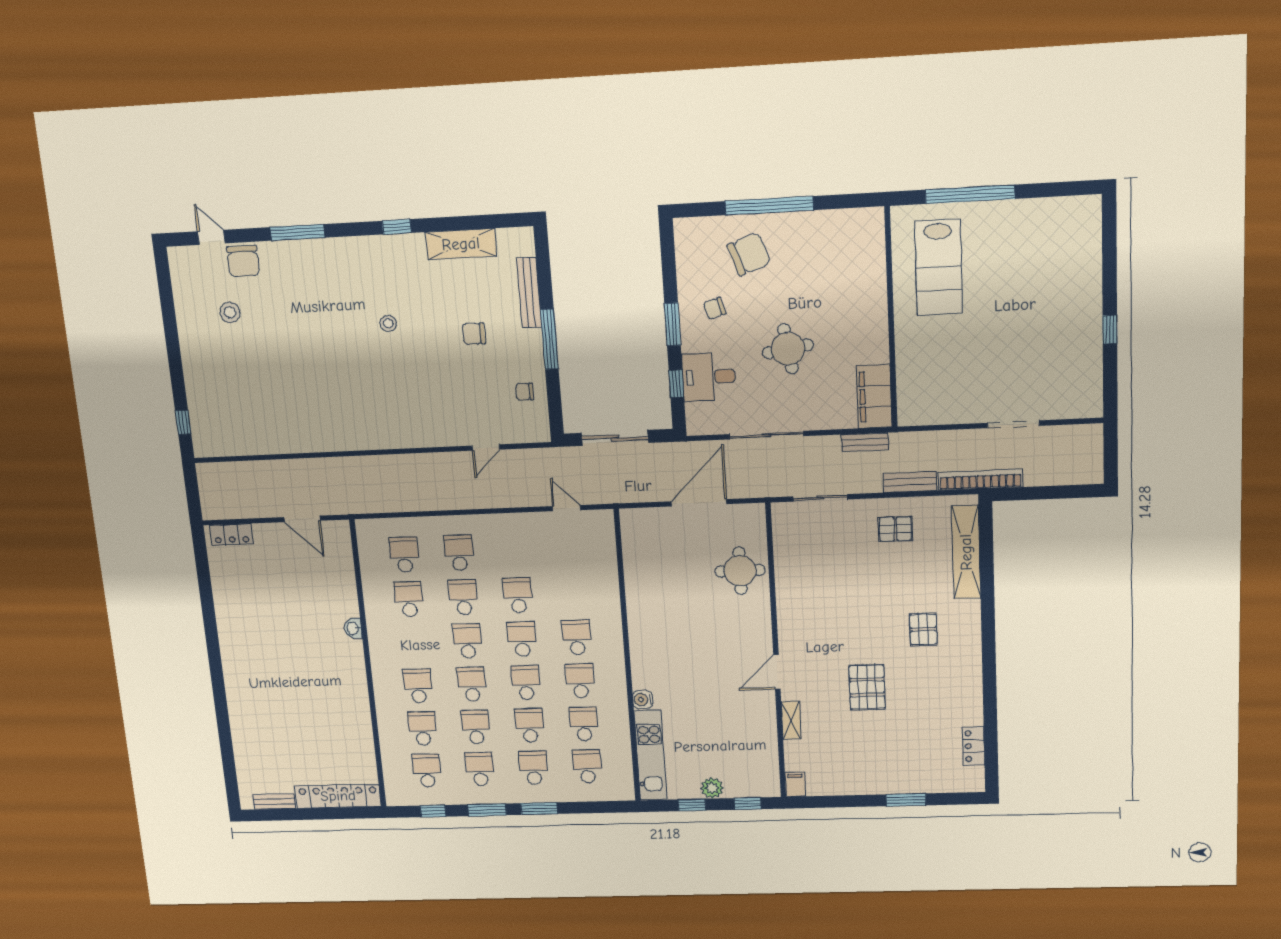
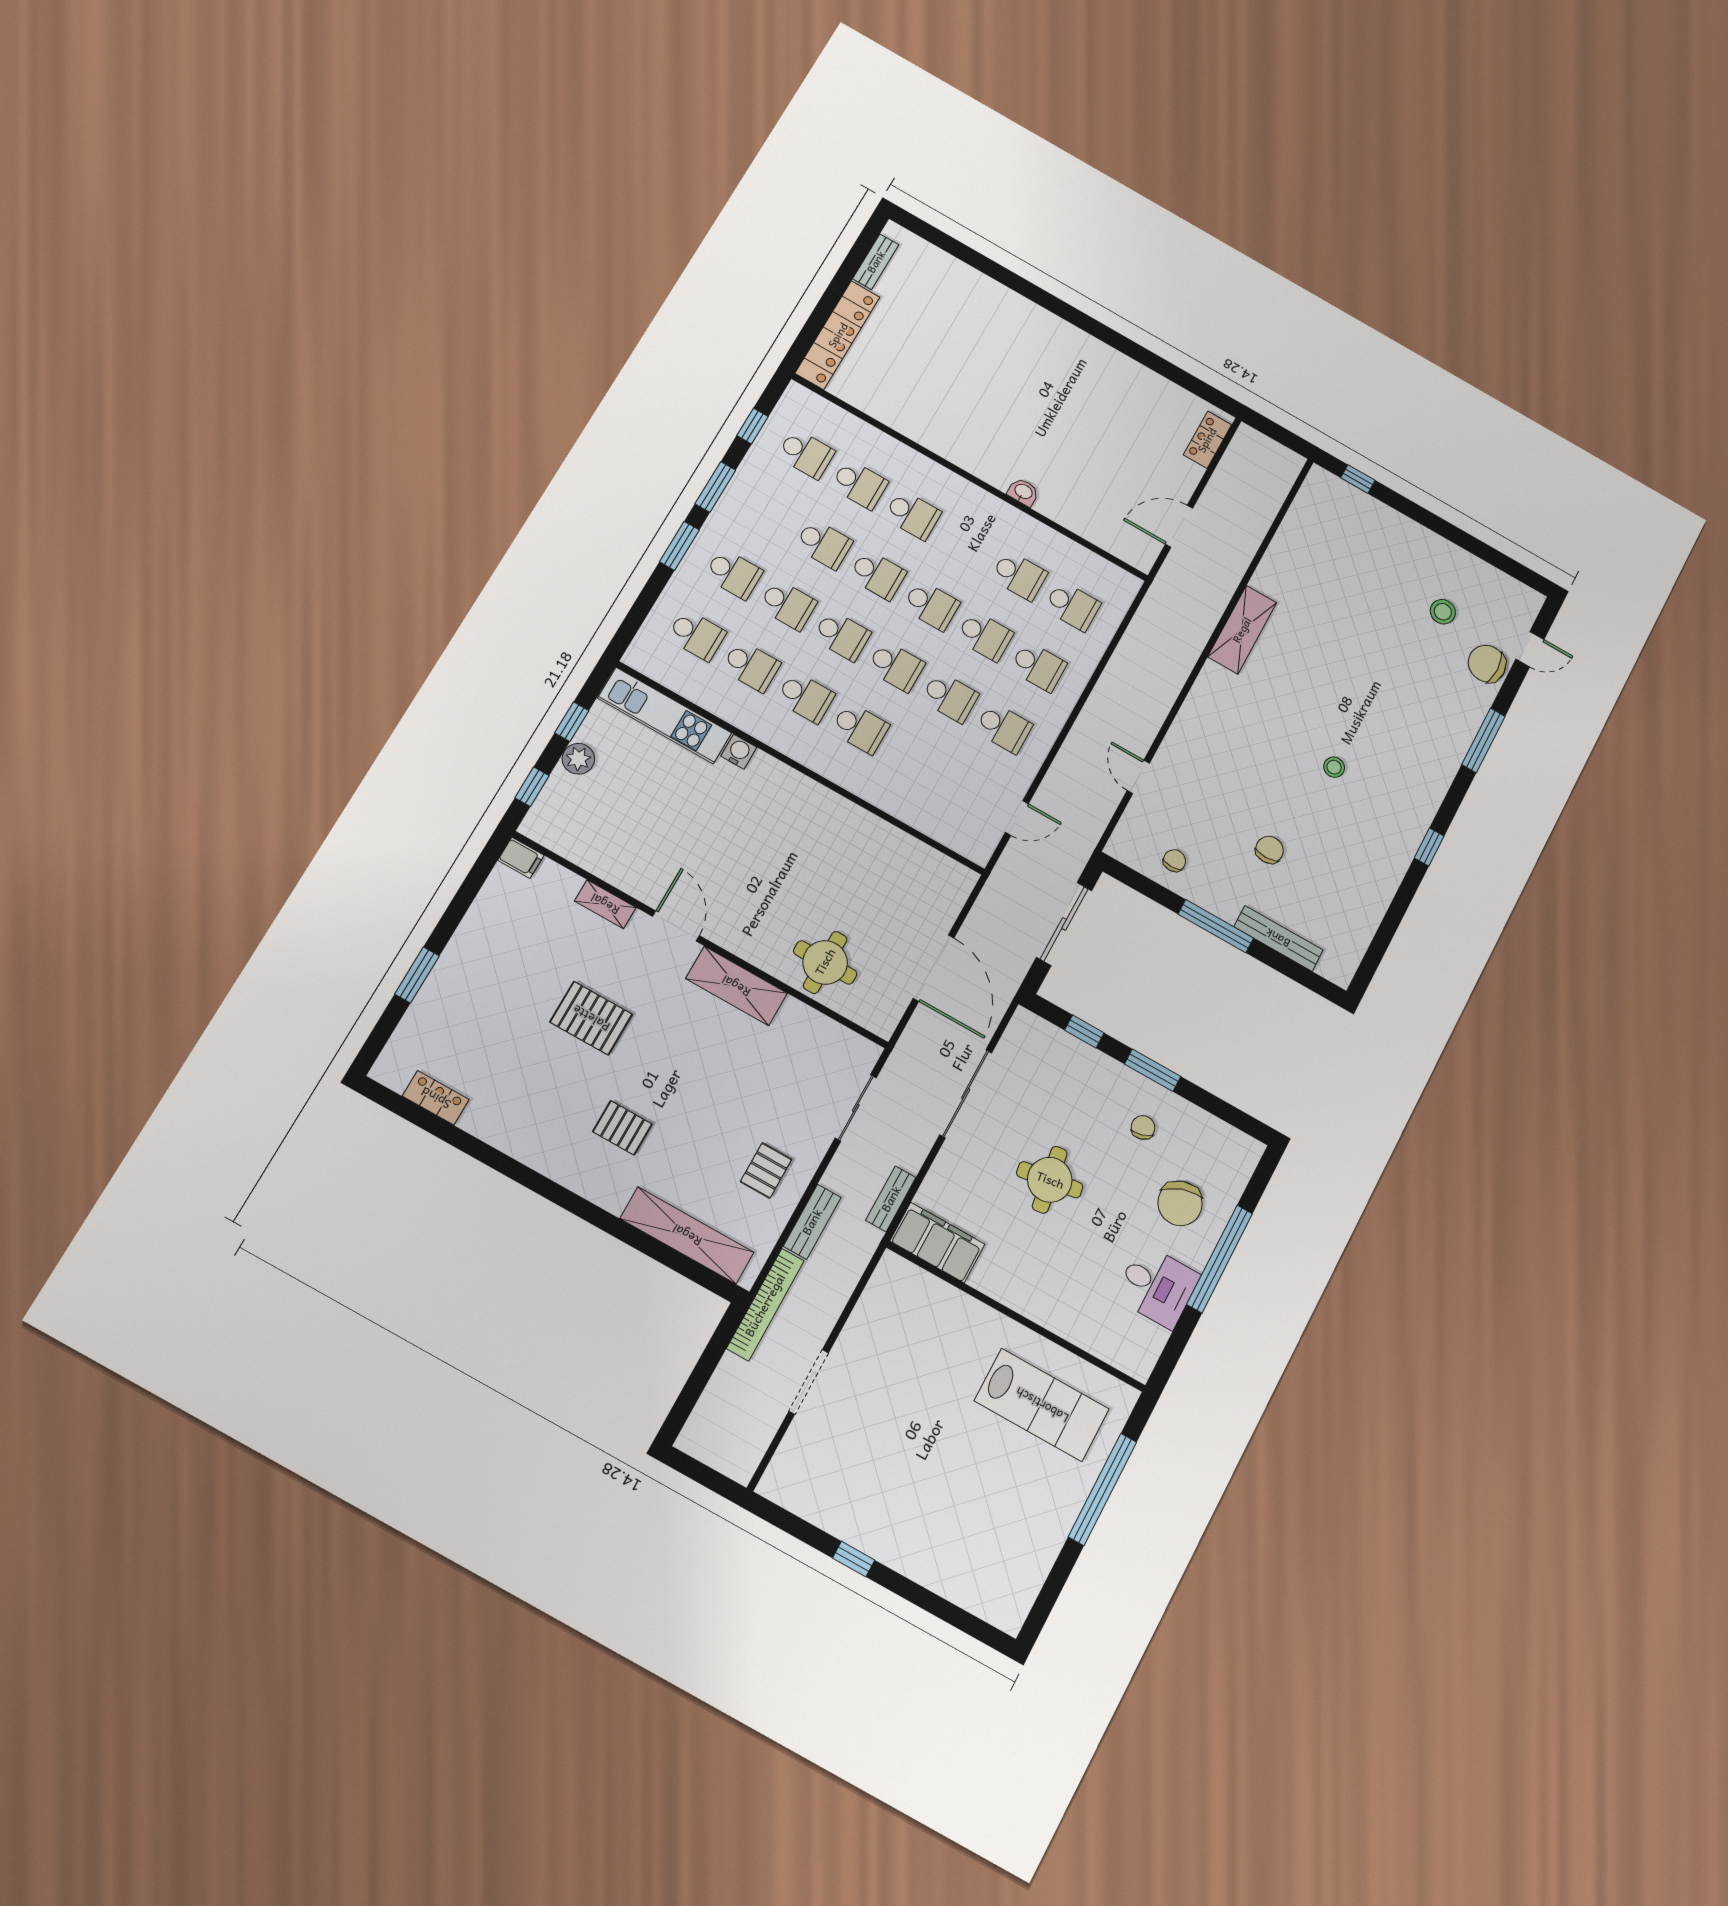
shelving: (461, 244) -> (1242, 630), moved
lab bench: (938, 267) -> (1042, 1405), turned 180
desk: (709, 377) -> (1157, 1286), moved, turned 90
shelving: (790, 615) -> (736, 986), added
school desk: (480, 769) -> (1004, 728), moved

